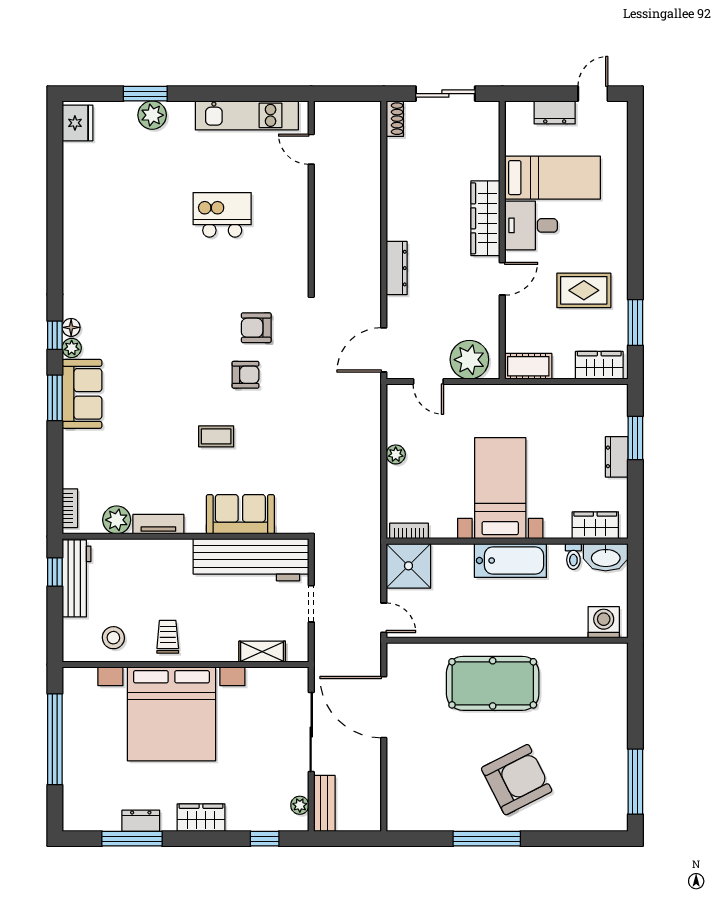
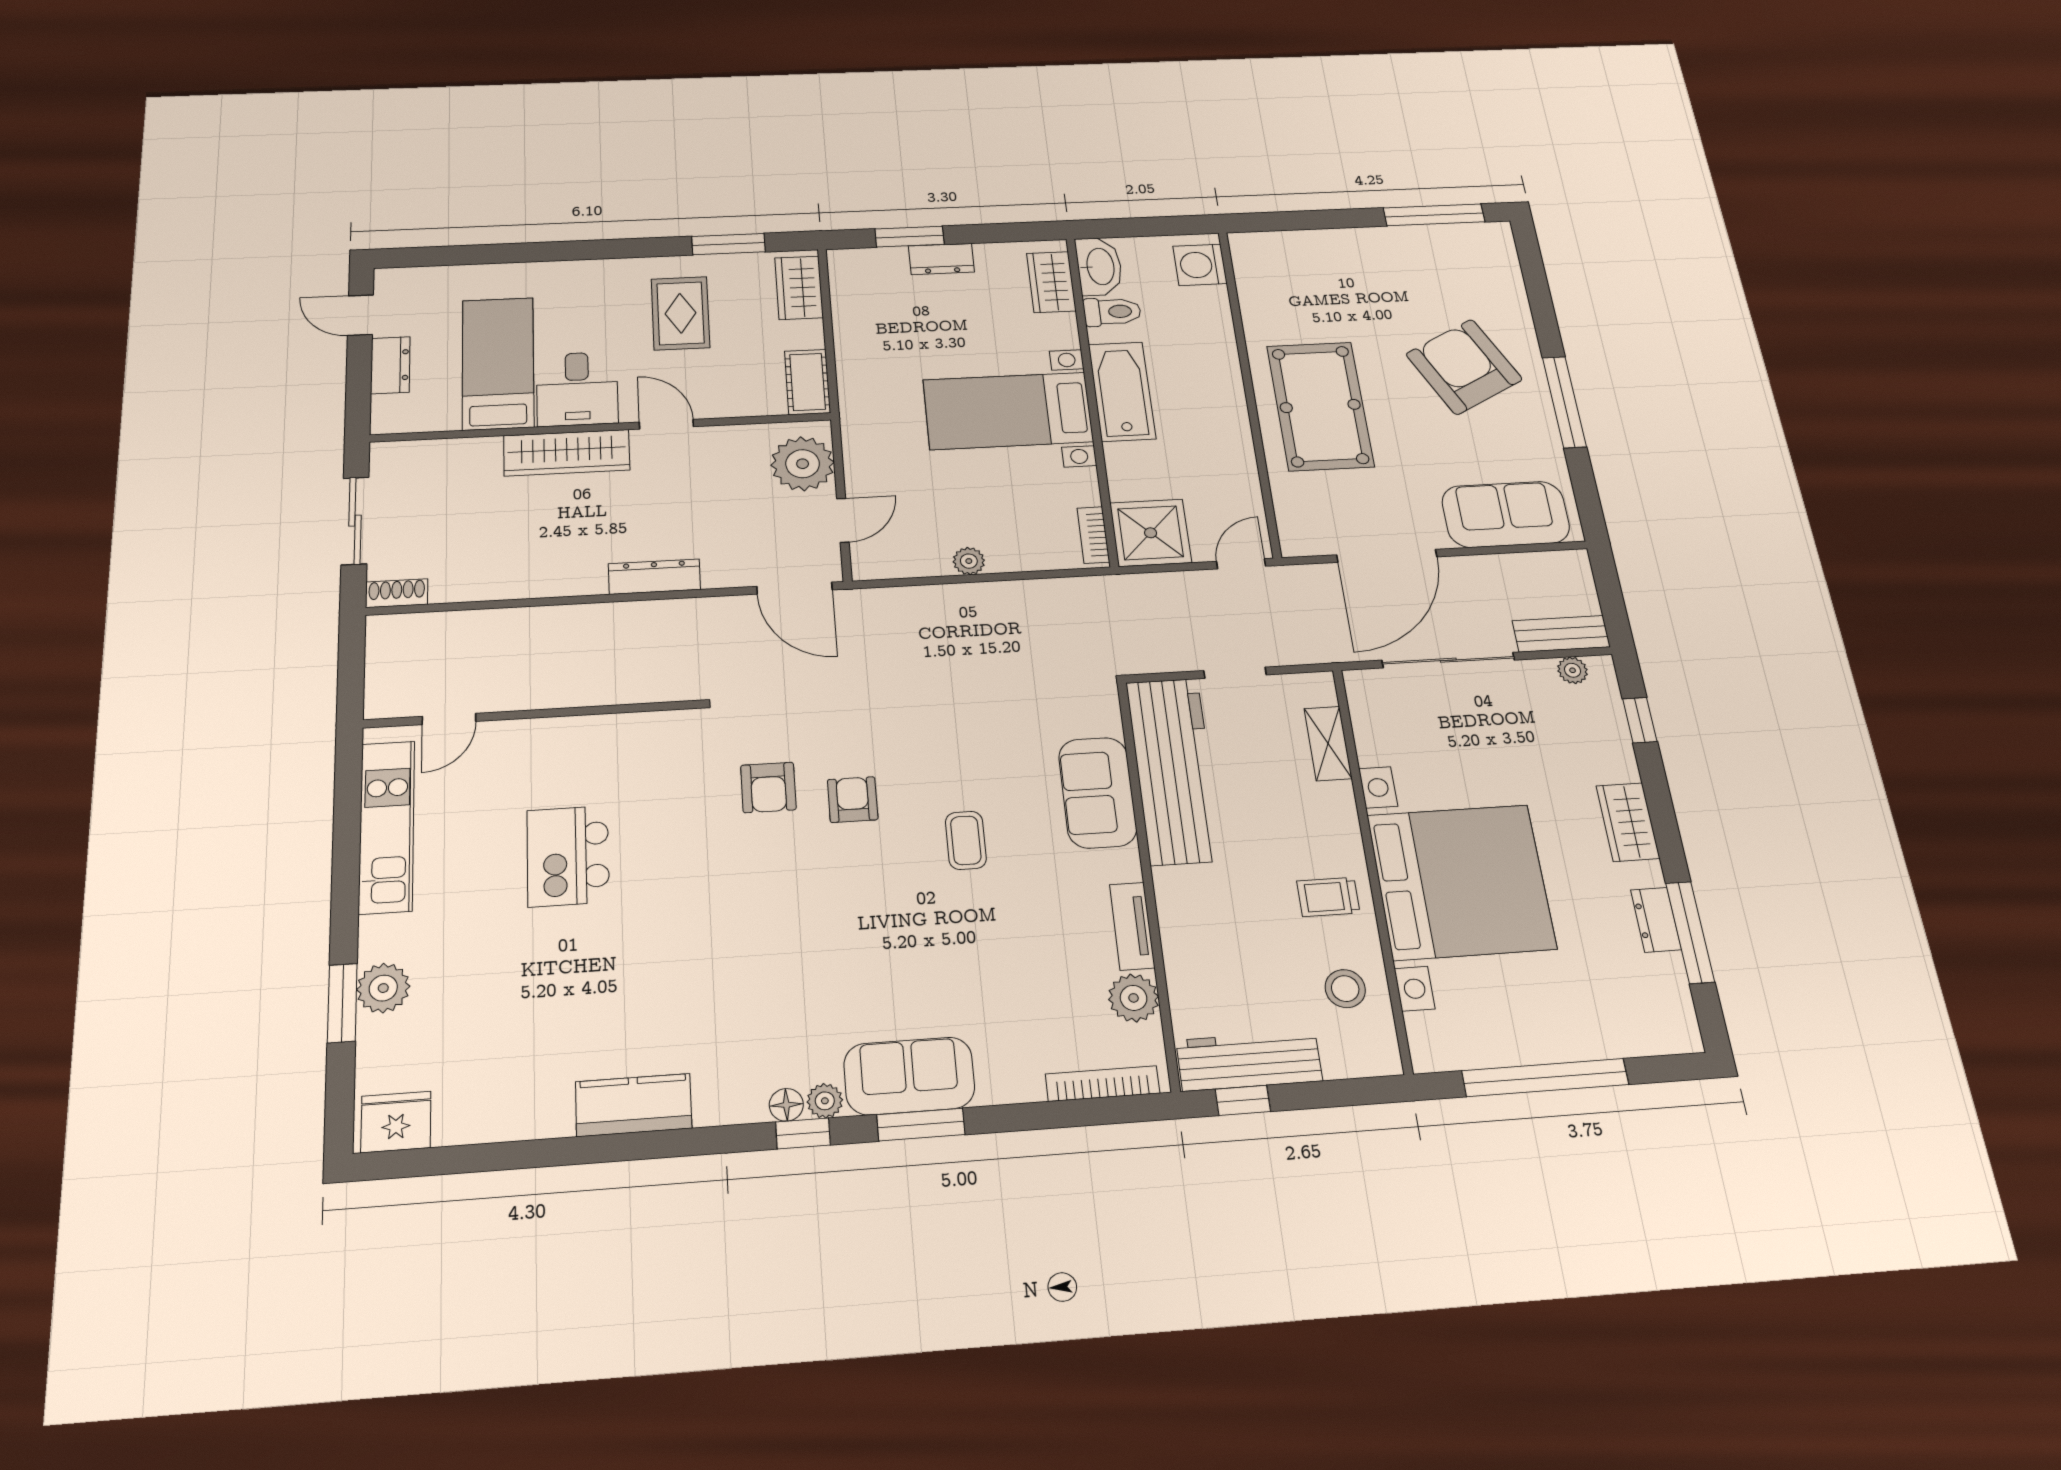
kitchen counter: (77, 247) -> (634, 1105), added
bookcase: (70, 508) -> (1103, 1084), width x1.56
toilet: (573, 556) -> (1112, 312), width x1.37, depth x1.39
sofa: (408, 786) -> (1506, 514), added

